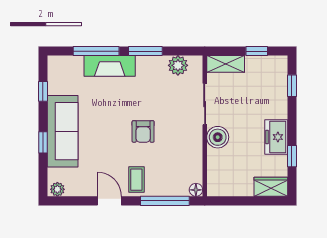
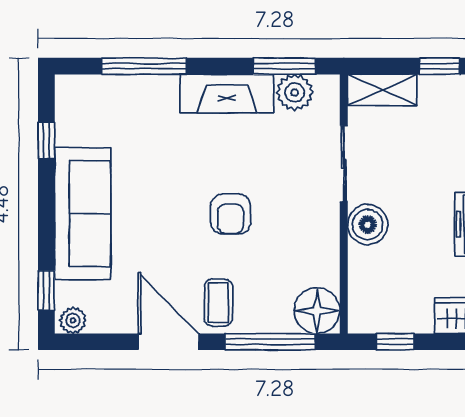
window: (145, 51) -> (284, 66), moved
fireplace: (110, 66) -> (227, 94), moved
window: (43, 142) -> (46, 290), moved
floor lamp: (196, 190) -> (317, 311), width x1.89, depth x1.89
door: (109, 201) -> (168, 342), width x1.38
window: (232, 201) -> (395, 342), added

